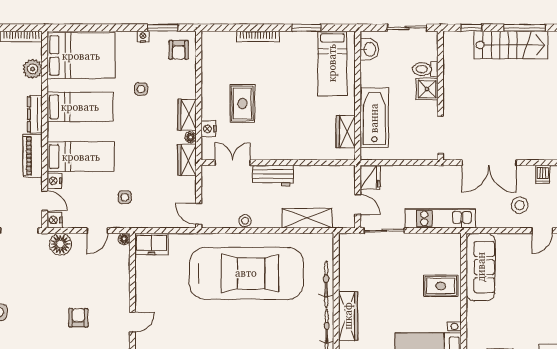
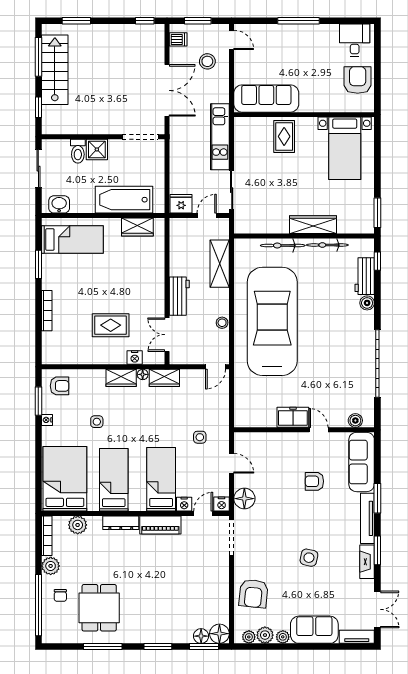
floor lamp: (124, 239) -> (239, 438), removed
freezer: (151, 244) -> (293, 417), moved, turned -90

